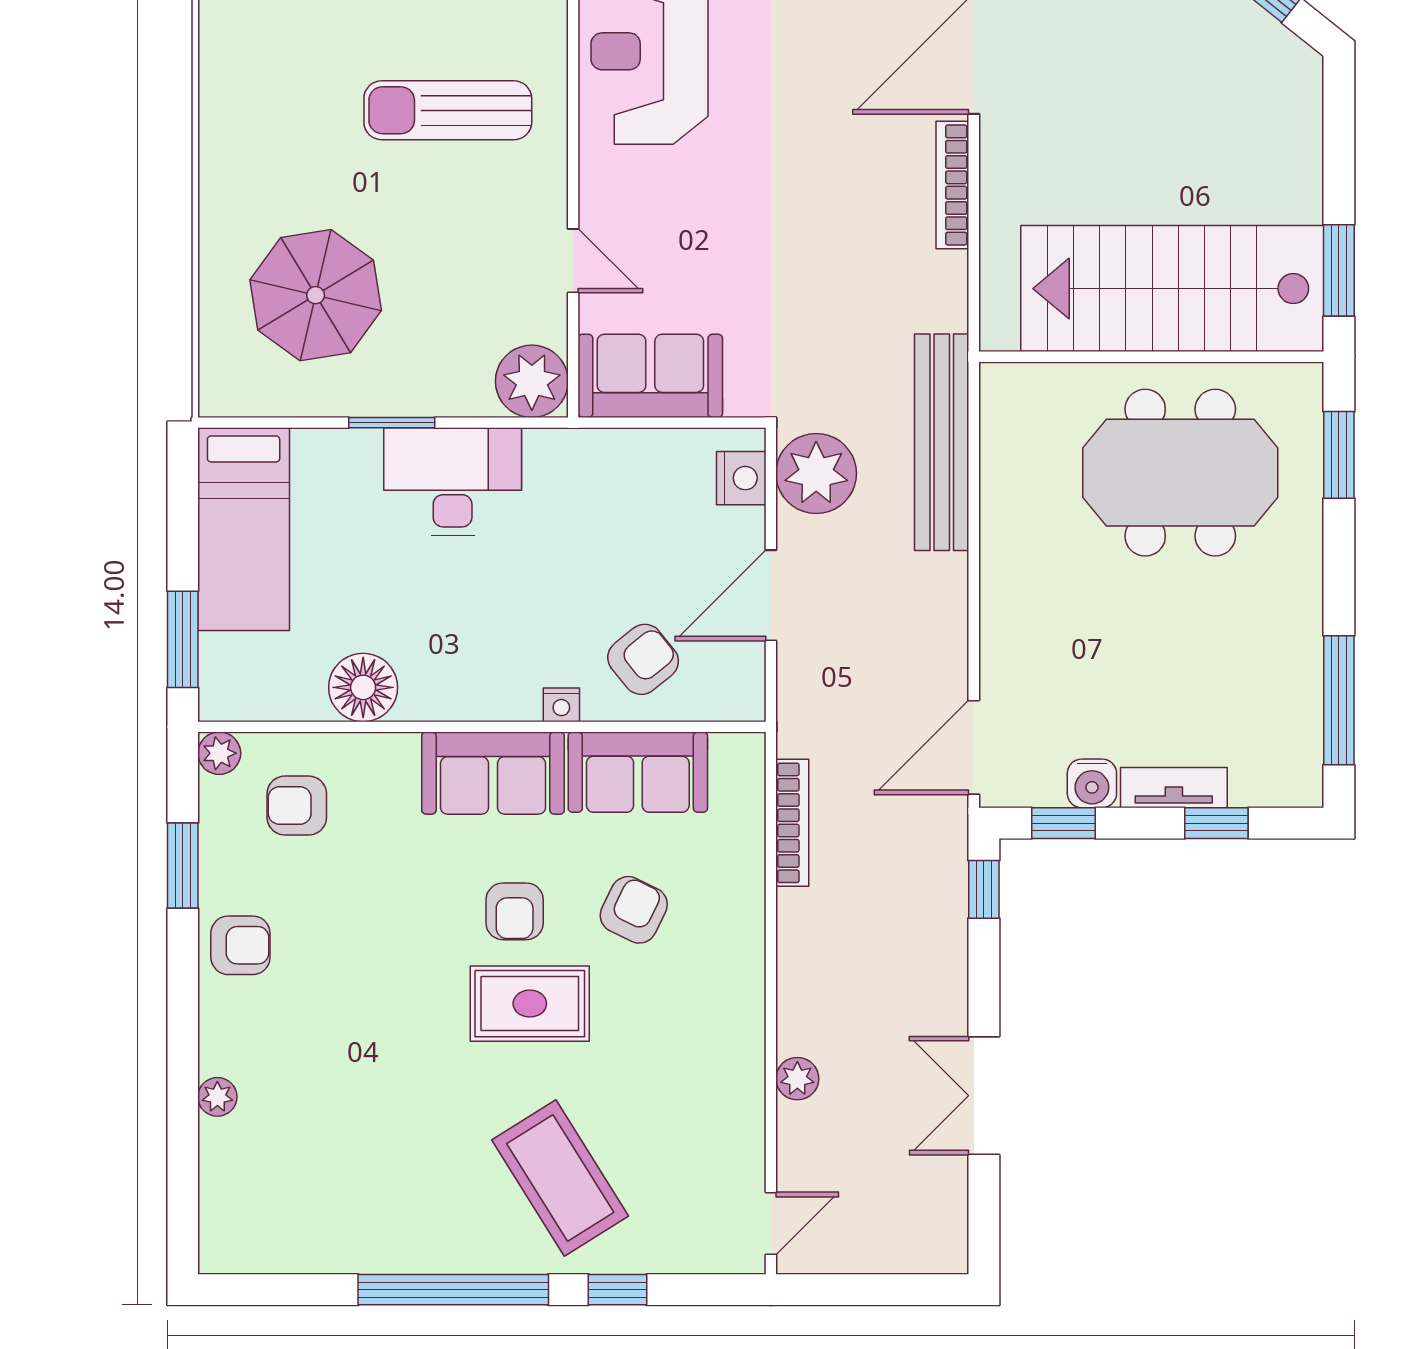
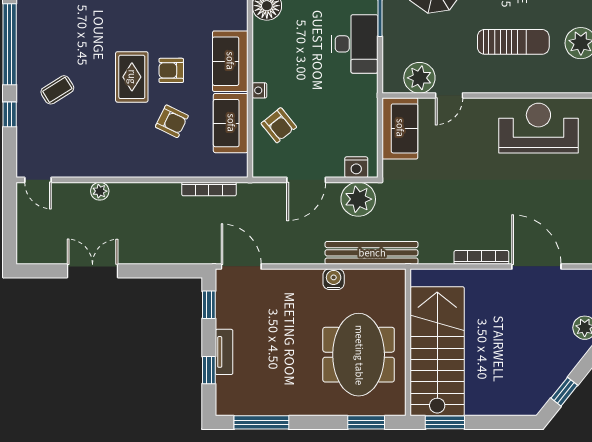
sun lounger: (448, 110) -> (513, 42), turned 90
plant: (532, 381) -> (419, 78), moved
door: (771, 595) -> (306, 180), swing flipped
water cooler: (1092, 783) -> (334, 279), moved, turned 90
window: (984, 889) -> (181, 271), removed
coffee table: (560, 1178) -> (57, 90), width x0.54, depth x0.58

